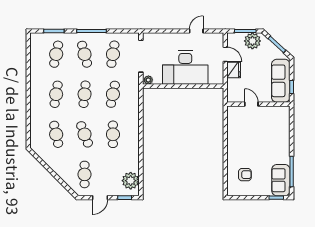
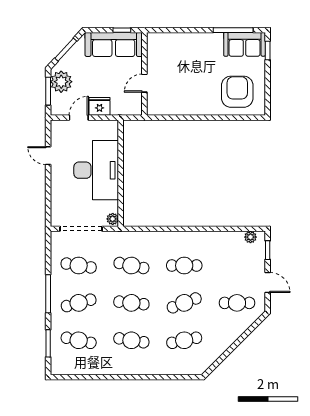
armchair: (245, 175) -> (237, 92), width x1.88, depth x1.88
plant: (131, 181) -> (250, 237), width x0.53, depth x0.53

